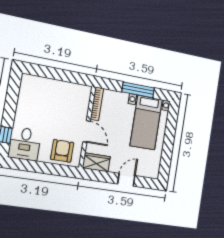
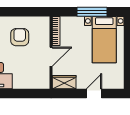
door: (87, 131) -> (51, 57), hinge flipped
armchair: (62, 151) -> (20, 37), moved

